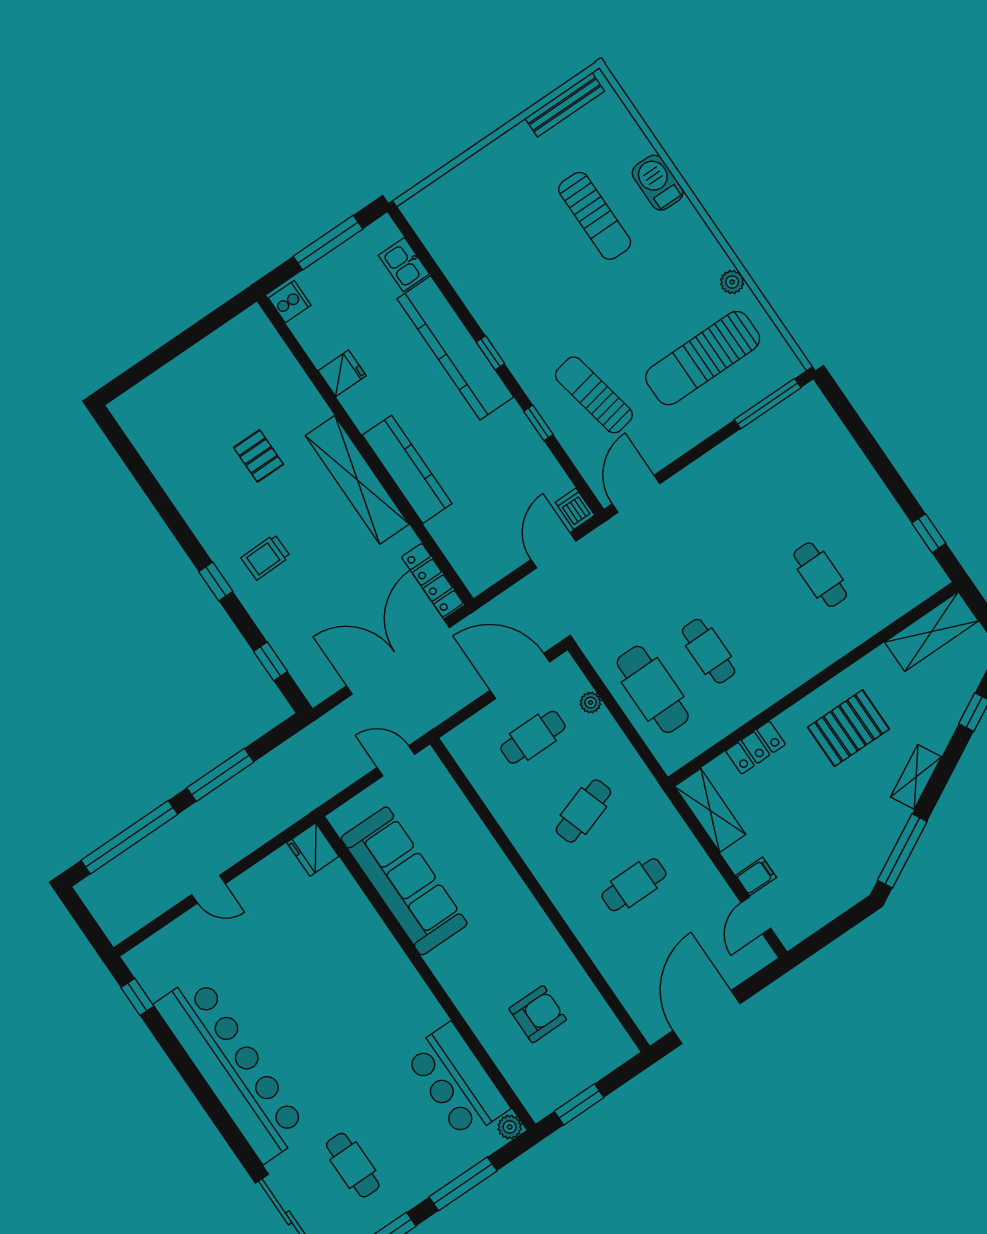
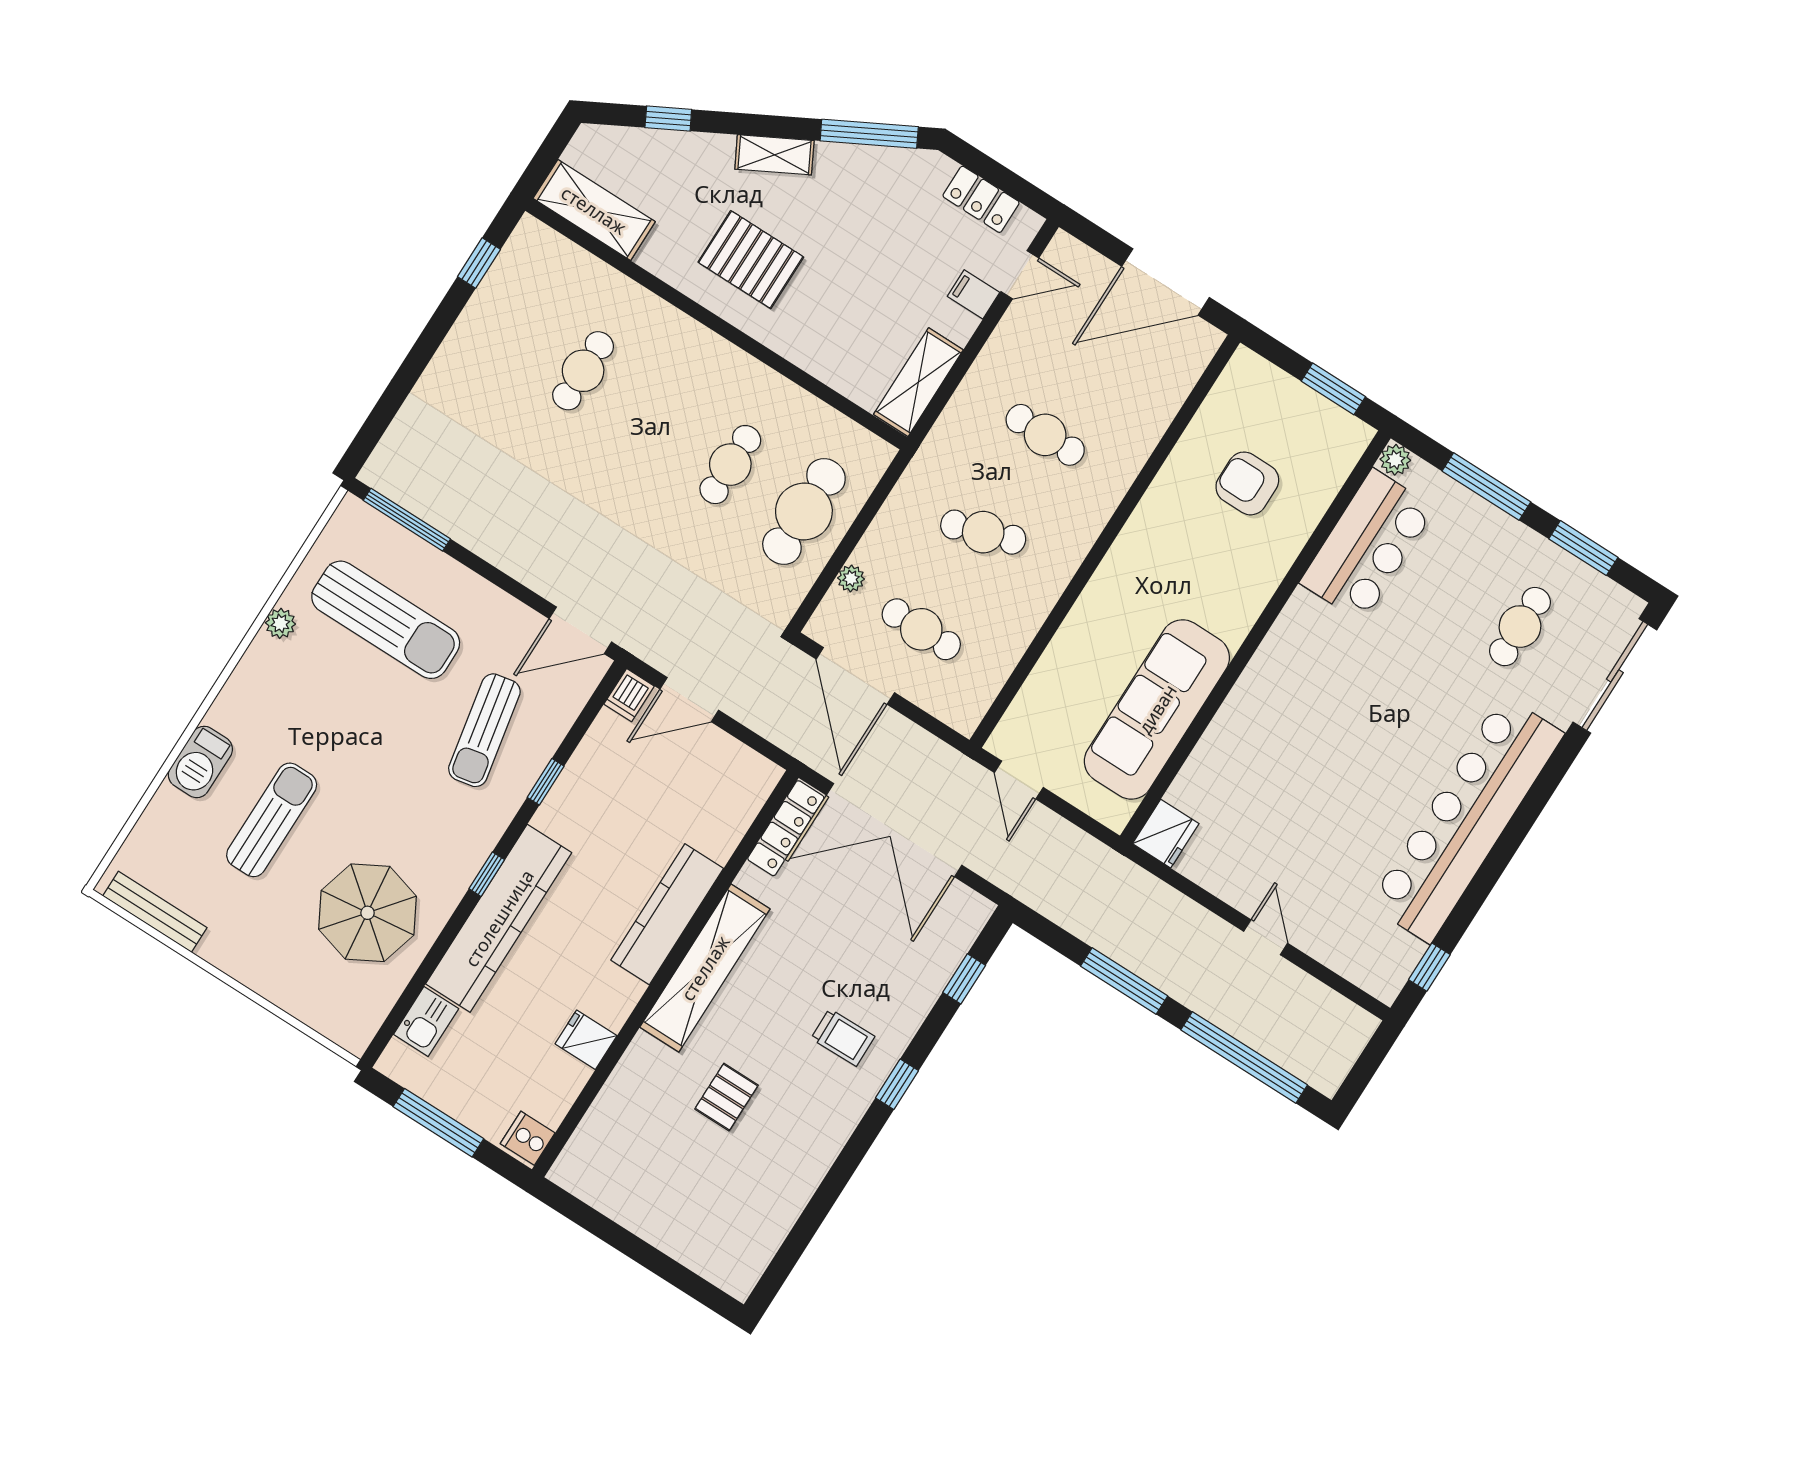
parasol: (499, 256) -> (368, 913), added
locker: (756, 748) -> (981, 199), moved, turned 180

